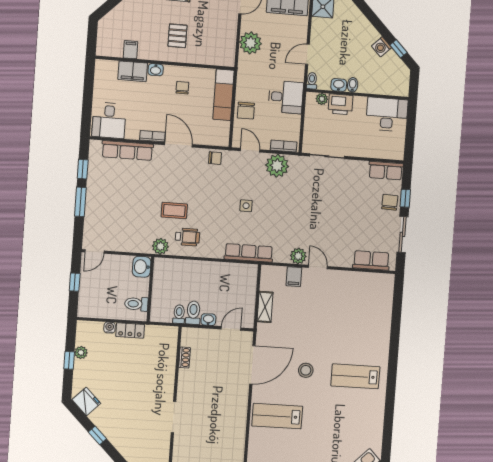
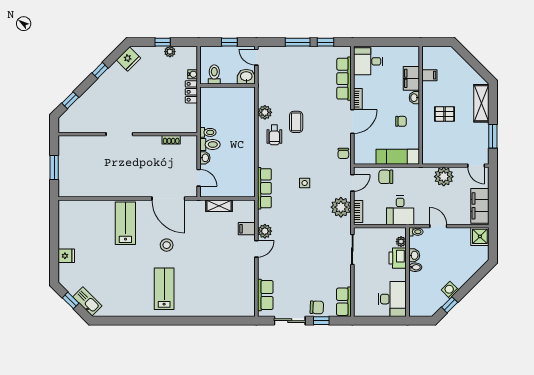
washbasin: (142, 267) -> (246, 77), moved
wall: (150, 289) -> (228, 85), moved
toilet: (136, 304) -> (214, 74), moved

